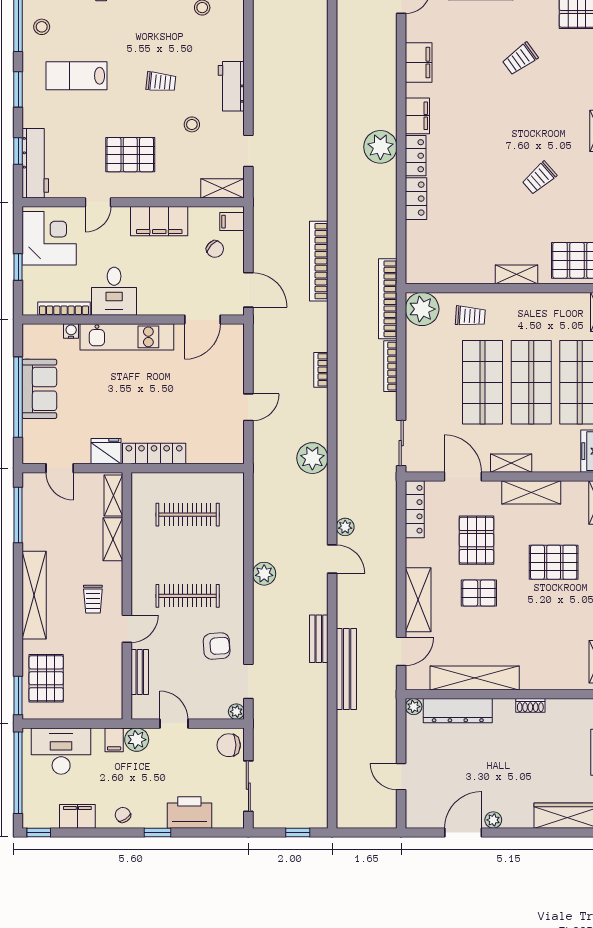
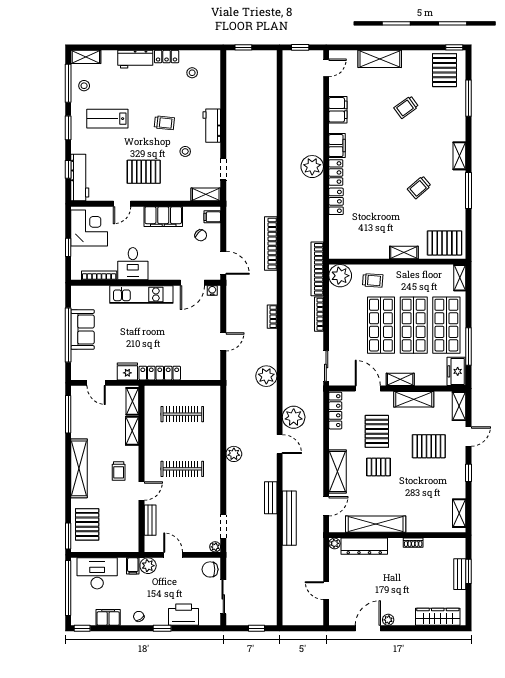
water cooler: (71, 331) -> (212, 291), moved
plant: (345, 527) -> (294, 417), width x1.88, depth x1.88
armchair: (217, 646) -> (202, 503), removed

